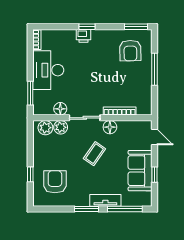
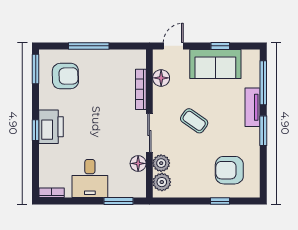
printer: (83, 36) -> (51, 127), width x1.87, depth x1.48
desk: (48, 70) -> (90, 179), width x0.73
floor lamp: (110, 127) -> (161, 78), moved

